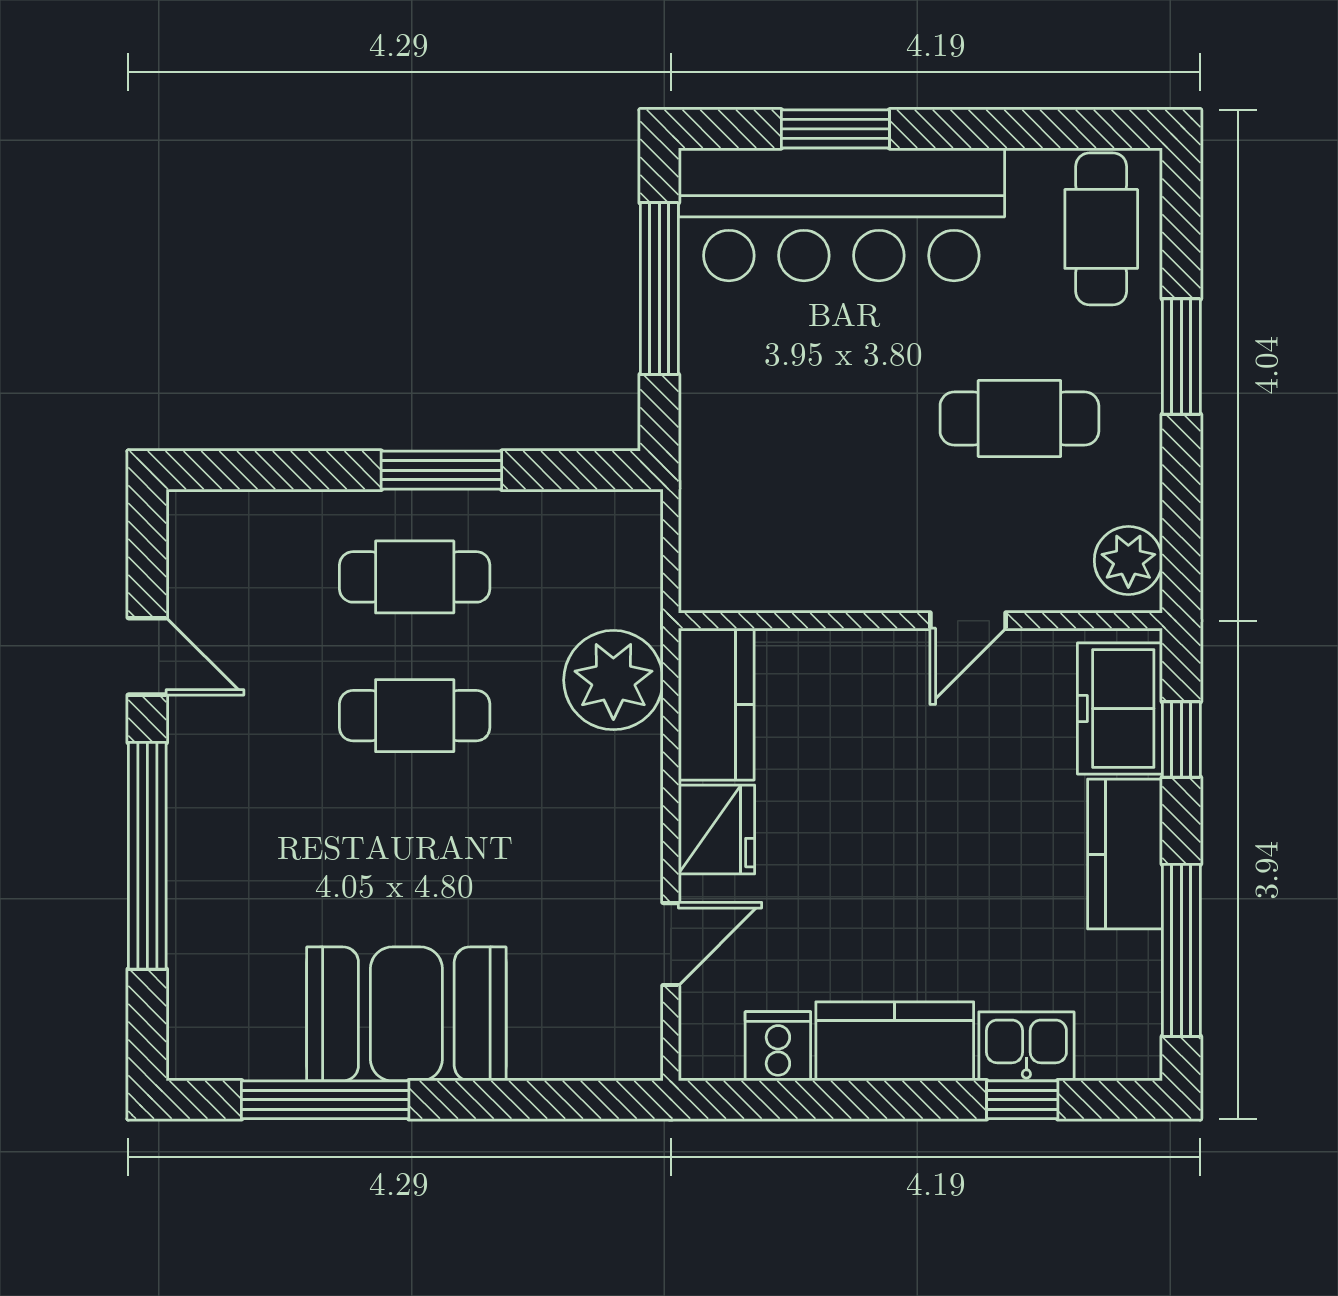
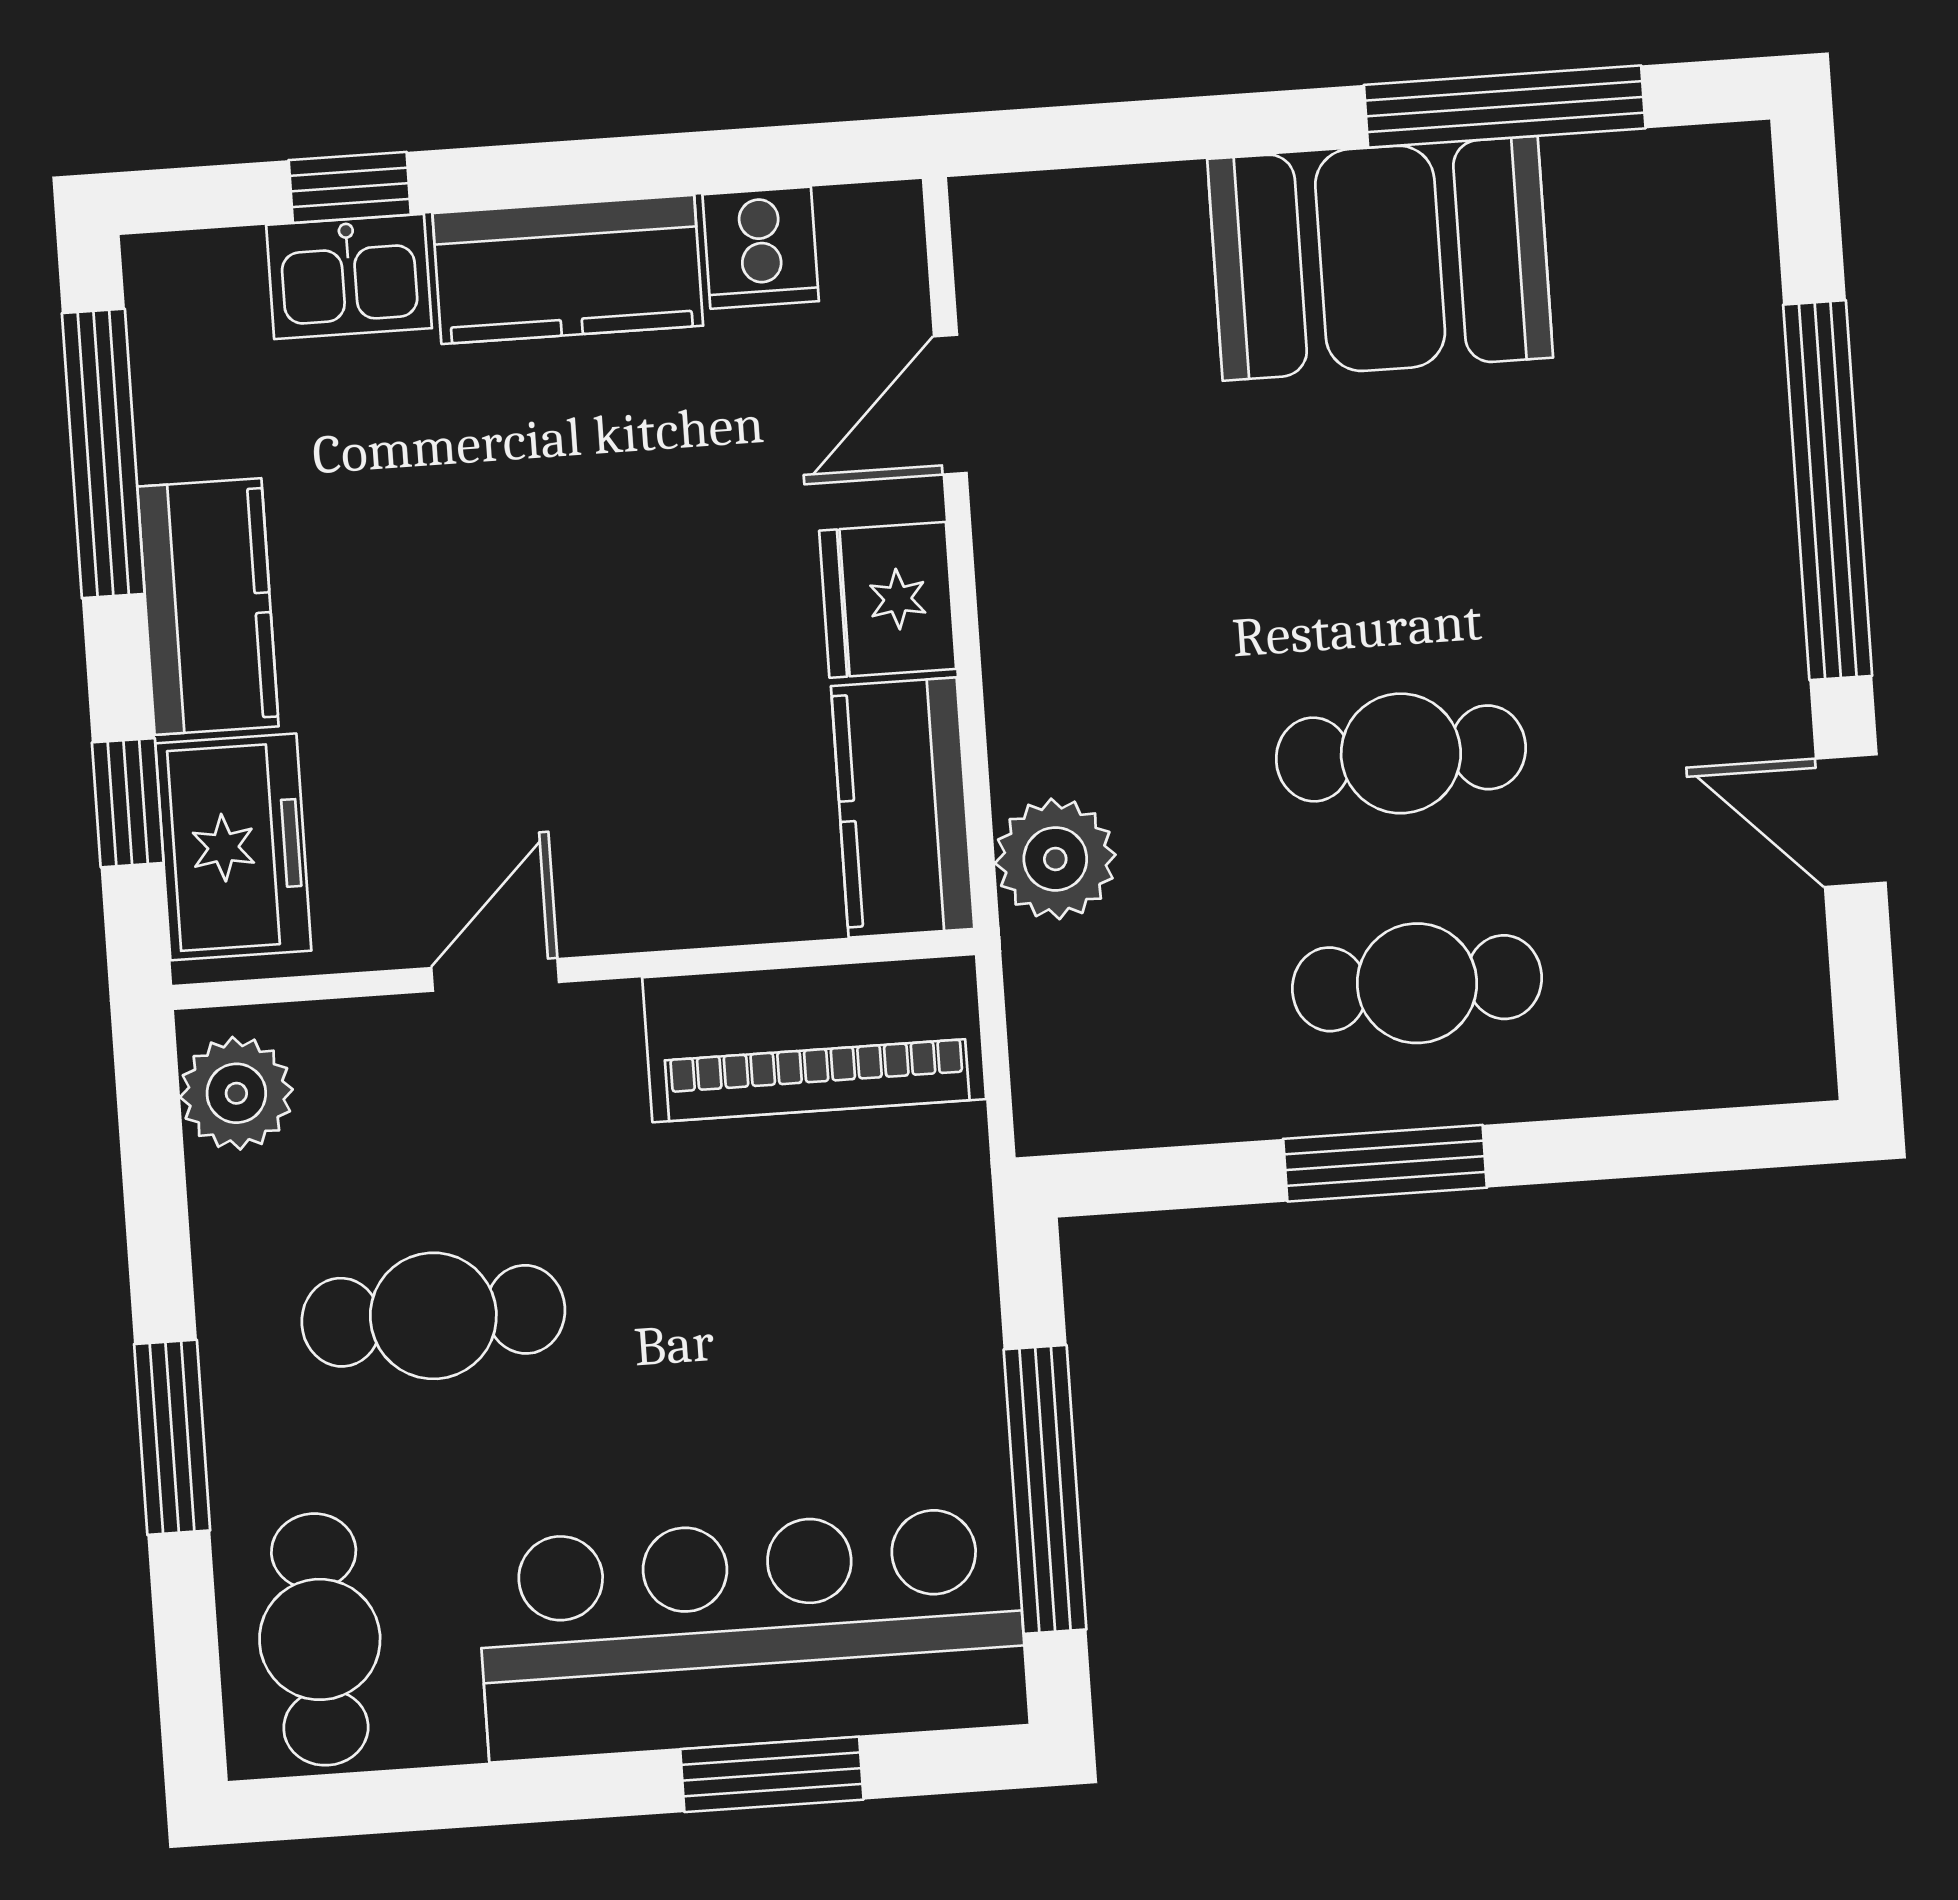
piano: (779, 569) -> (814, 1038), added
plant: (613, 680) -> (1055, 859), width x0.73, depth x0.73

